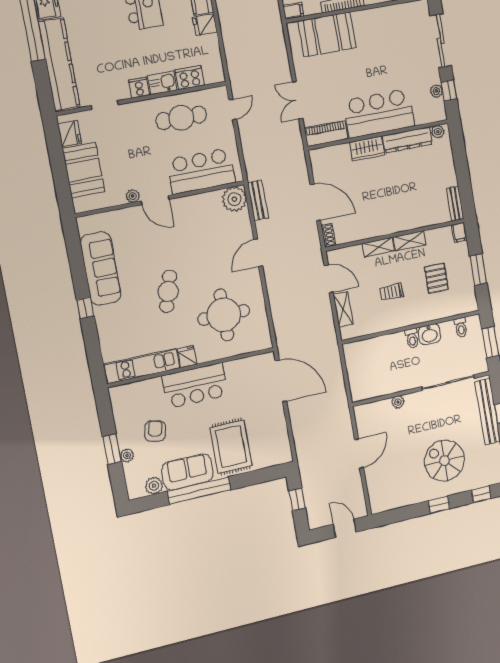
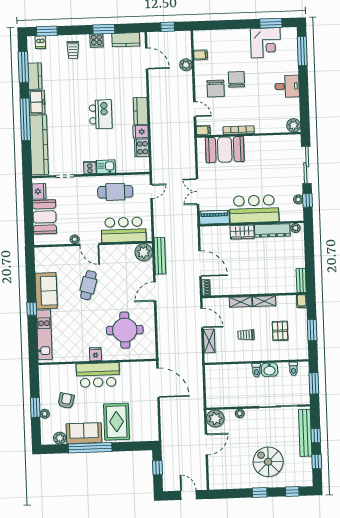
cooker: (190, 78) -> (142, 148), moved, turned -90
bench: (258, 200) -> (160, 256), width x1.36
sofa: (101, 269) -> (46, 291), width x0.73
cafe table: (168, 291) -> (88, 285), moved
kitchen unit: (142, 366) -> (44, 335), moved, turned 90
plant: (366, 416) -> (215, 419), added

